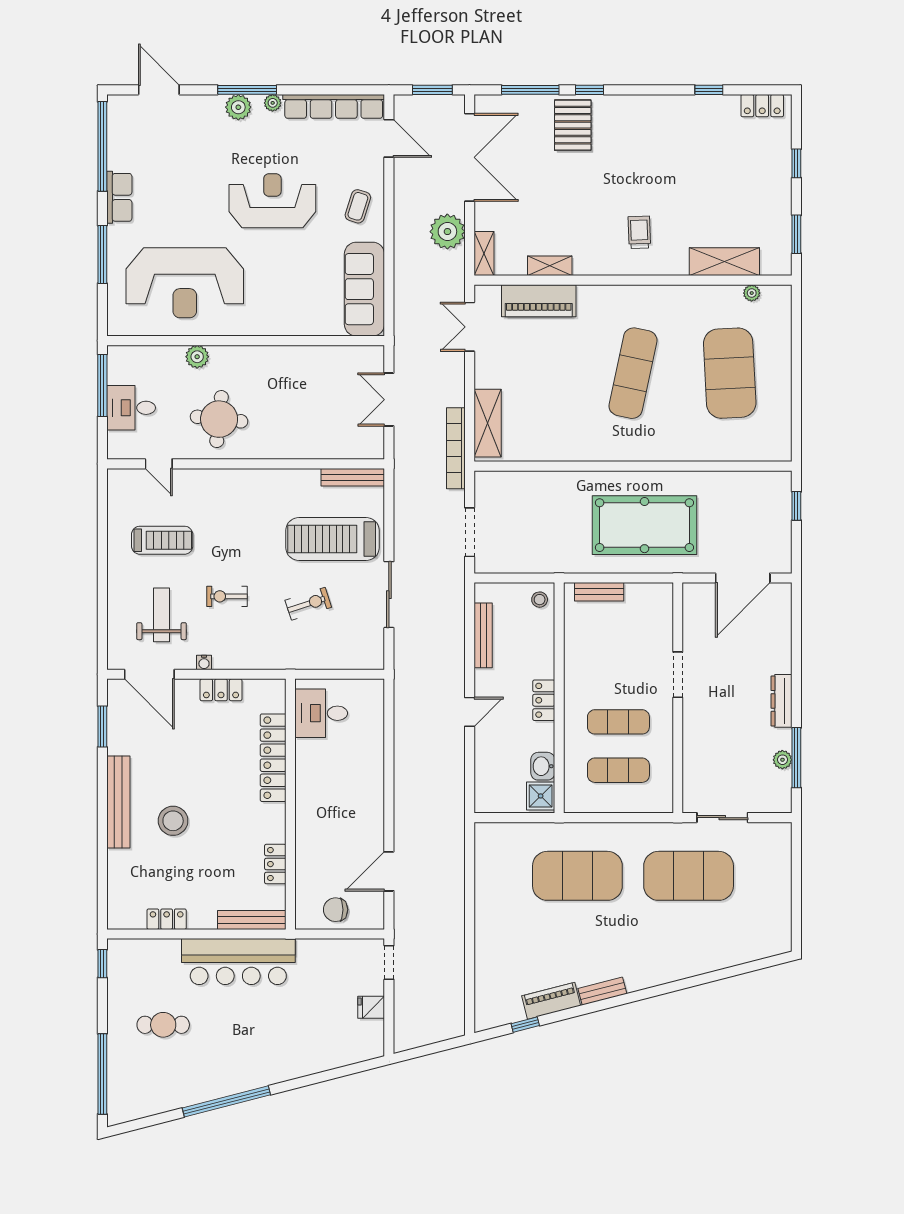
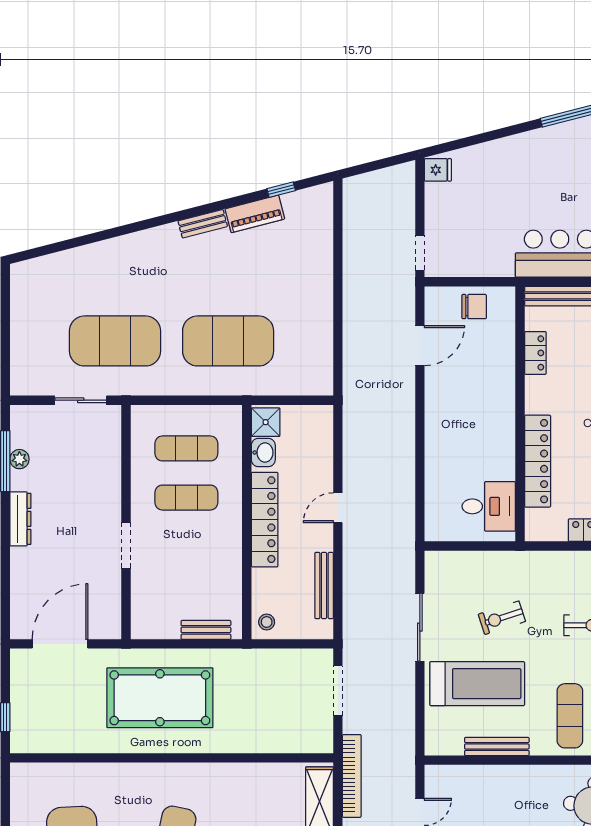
bench: (353, 477) -> (497, 747), moved
exercise mat: (241, 507) -> (570, 716), added
locker: (544, 700) -> (265, 520), width x2.16, depth x1.21
fridge: (371, 1007) -> (438, 170), moved

